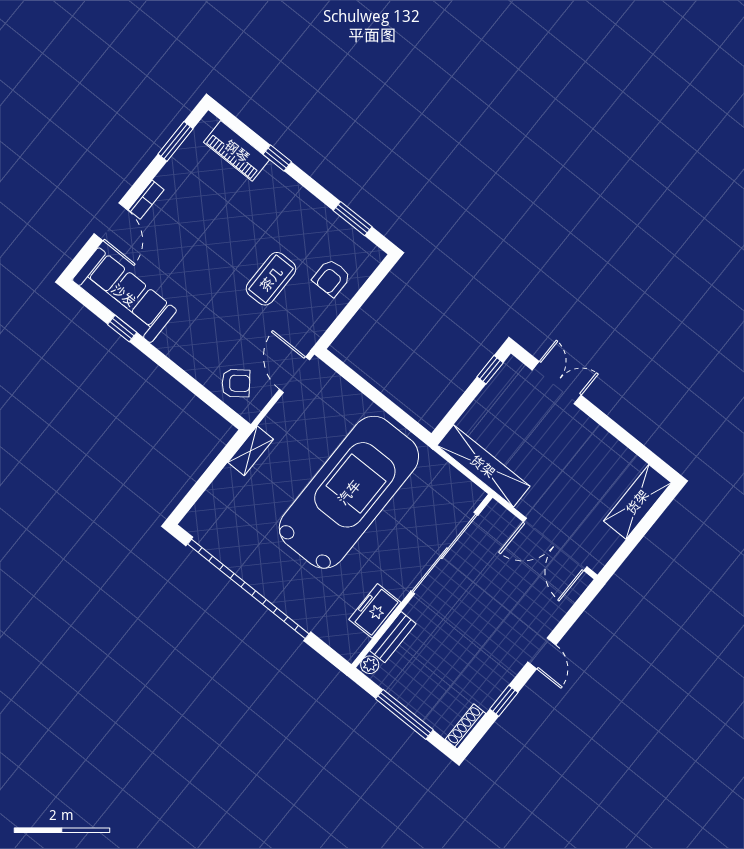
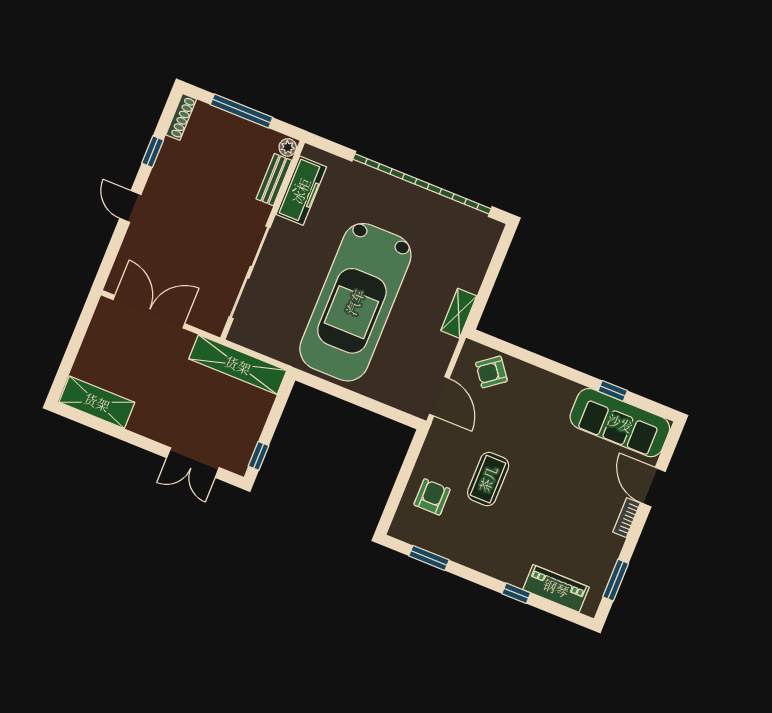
shelving: (637, 502) -> (97, 402), moved, turned 90
freezer: (375, 611) -> (301, 191), width x1.40

